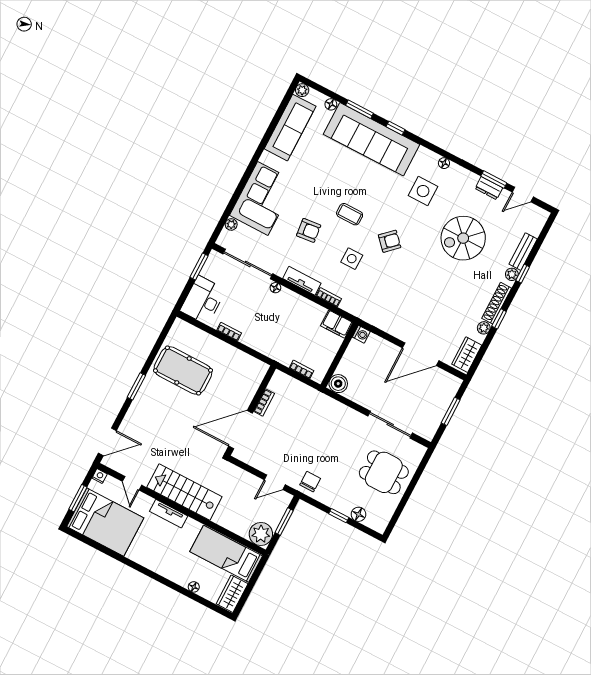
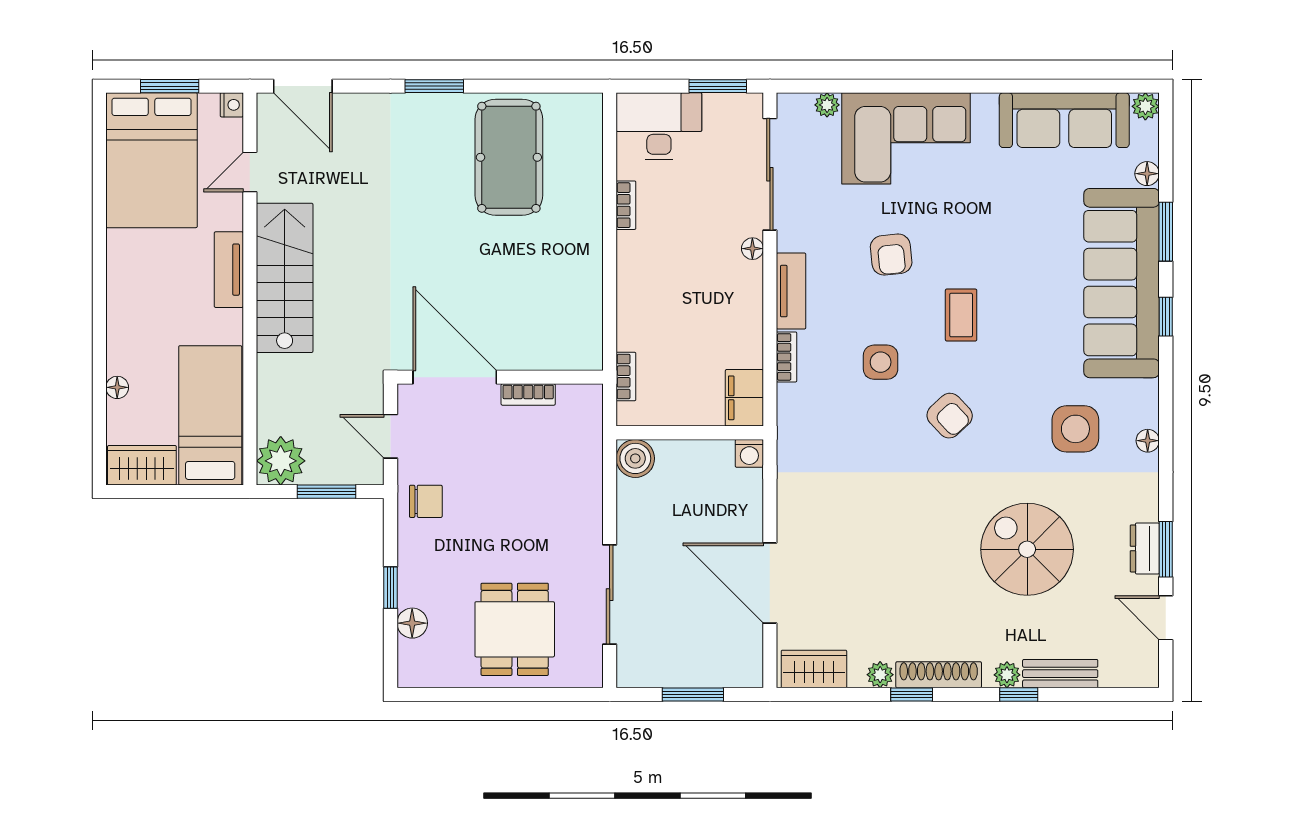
bookcase: (264, 402) -> (528, 395), moved
wall: (250, 411) -> (500, 377), moved
door: (240, 430) -> (455, 377), moved

